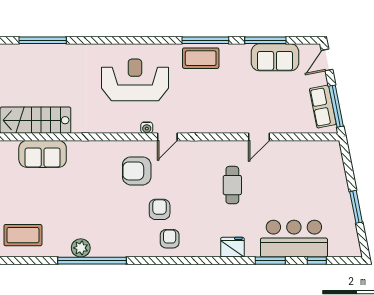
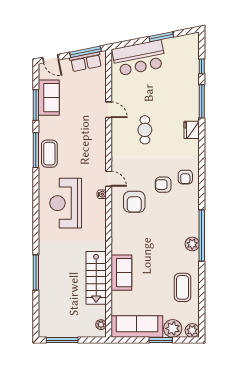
cafe table: (232, 185) -> (145, 130), turned 90
armchair: (170, 239) -> (185, 177), turned -90
bar counter: (294, 239) -> (139, 58), moved, turned -101
window: (270, 261) -> (202, 101), width x1.44

